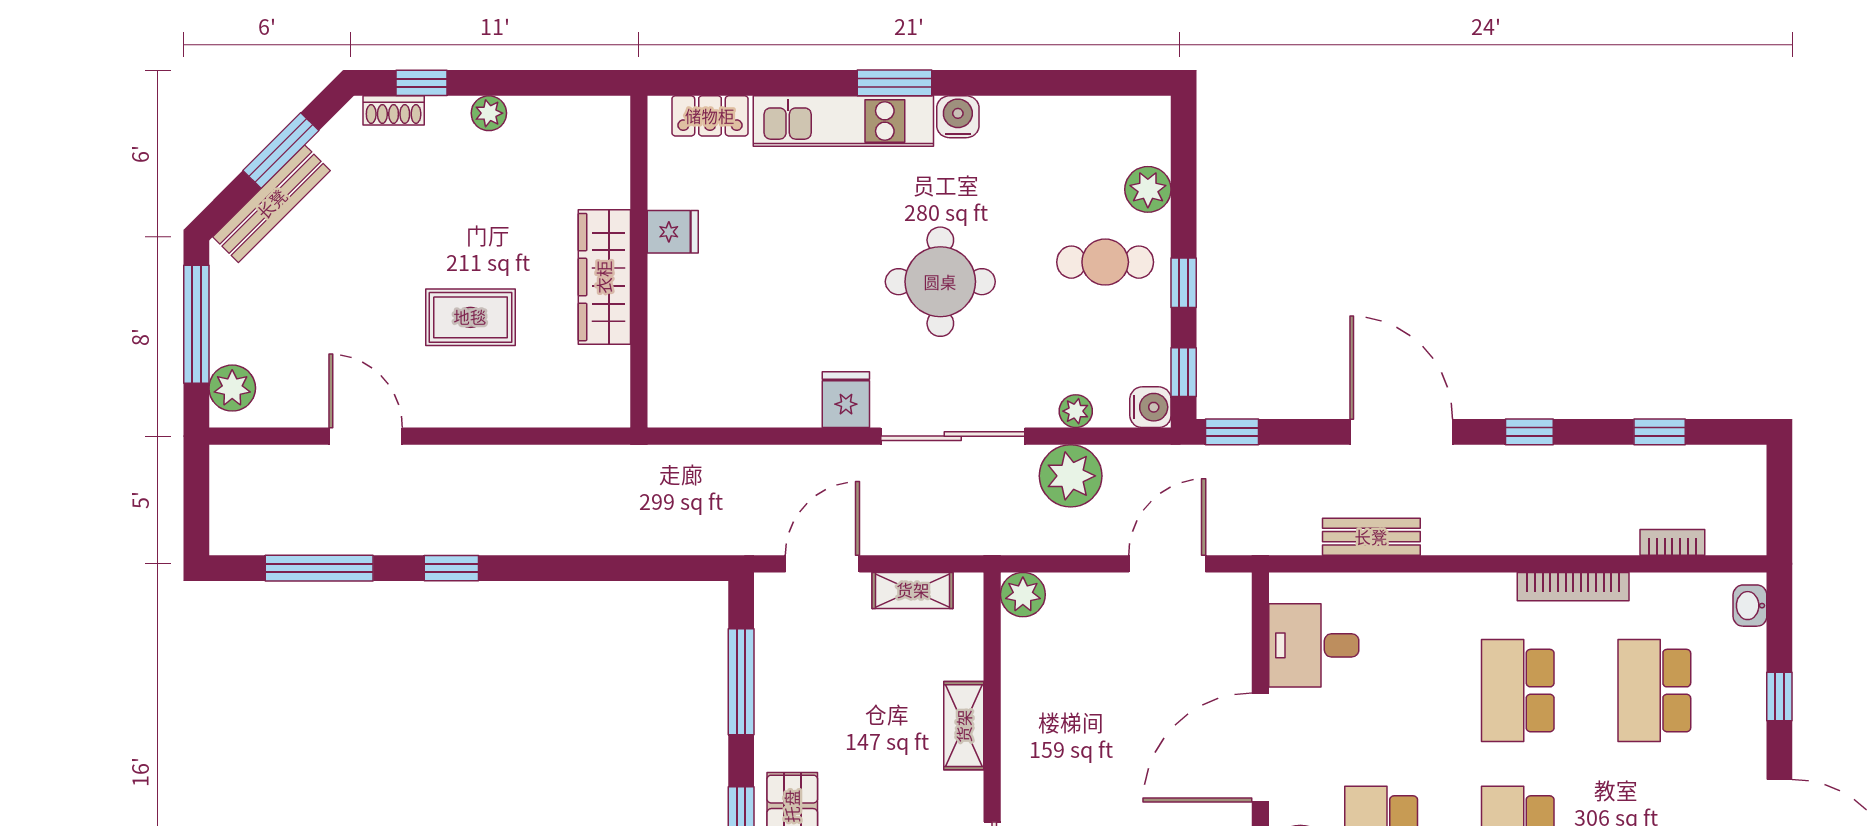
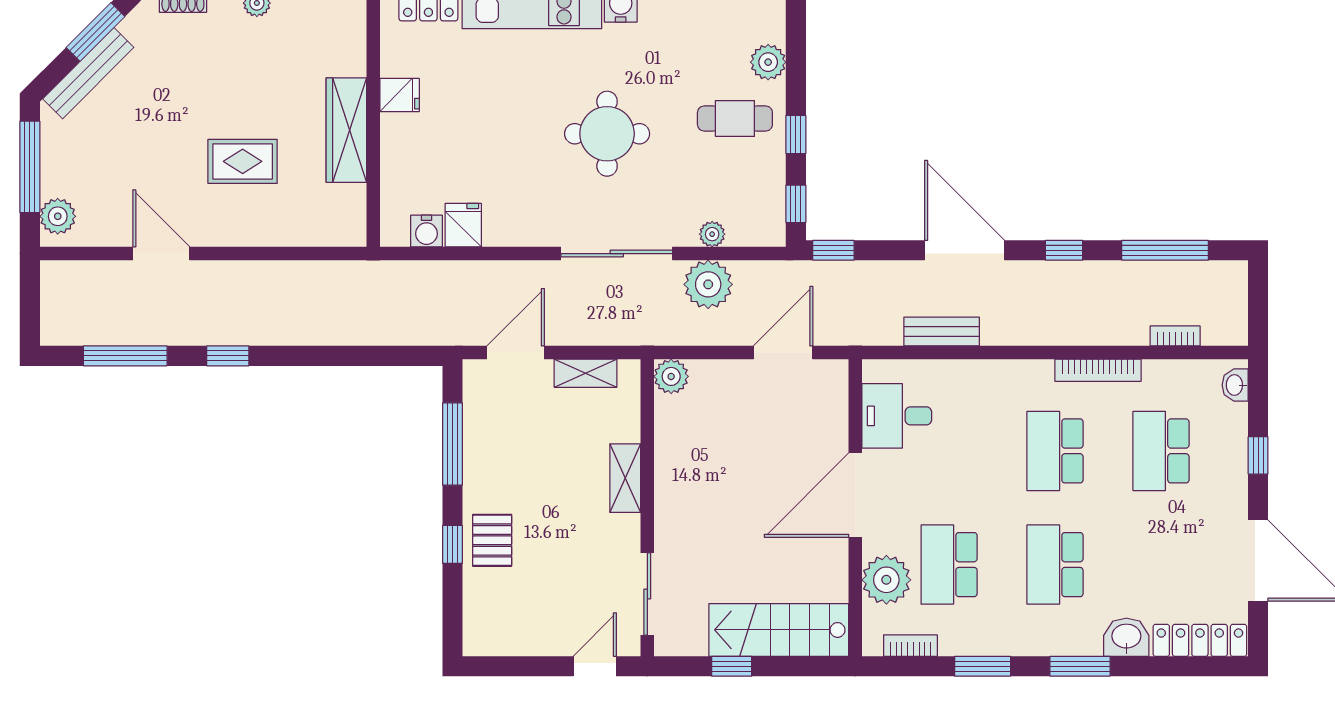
fridge: (846, 400) -> (463, 225), moved
water cooler: (1150, 407) -> (427, 231), moved, turned 90
window: (1660, 432) -> (1165, 250), width x2.17

